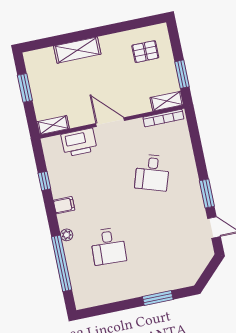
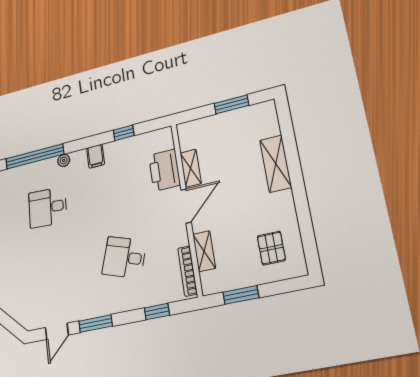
shelving: (167, 101) -> (204, 251), moved
shelving: (53, 125) -> (191, 168), moved
window: (196, 142) -> (157, 312), added

